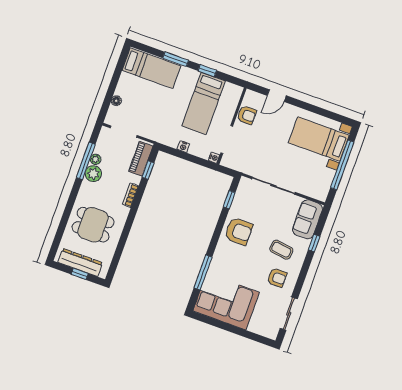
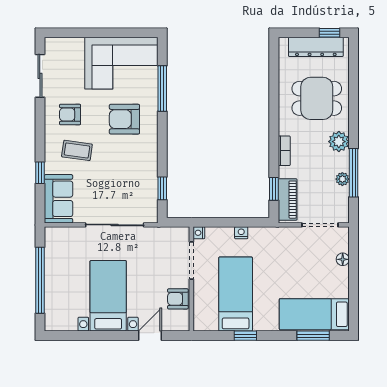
window: (176, 59) -> (313, 336), moved
bed with nightstands: (319, 139) -> (108, 296), moved, turned -90
plant: (93, 174) -> (339, 142), moved
armchair: (239, 231) -> (124, 119), moved
window: (80, 274) -> (329, 33), moved

